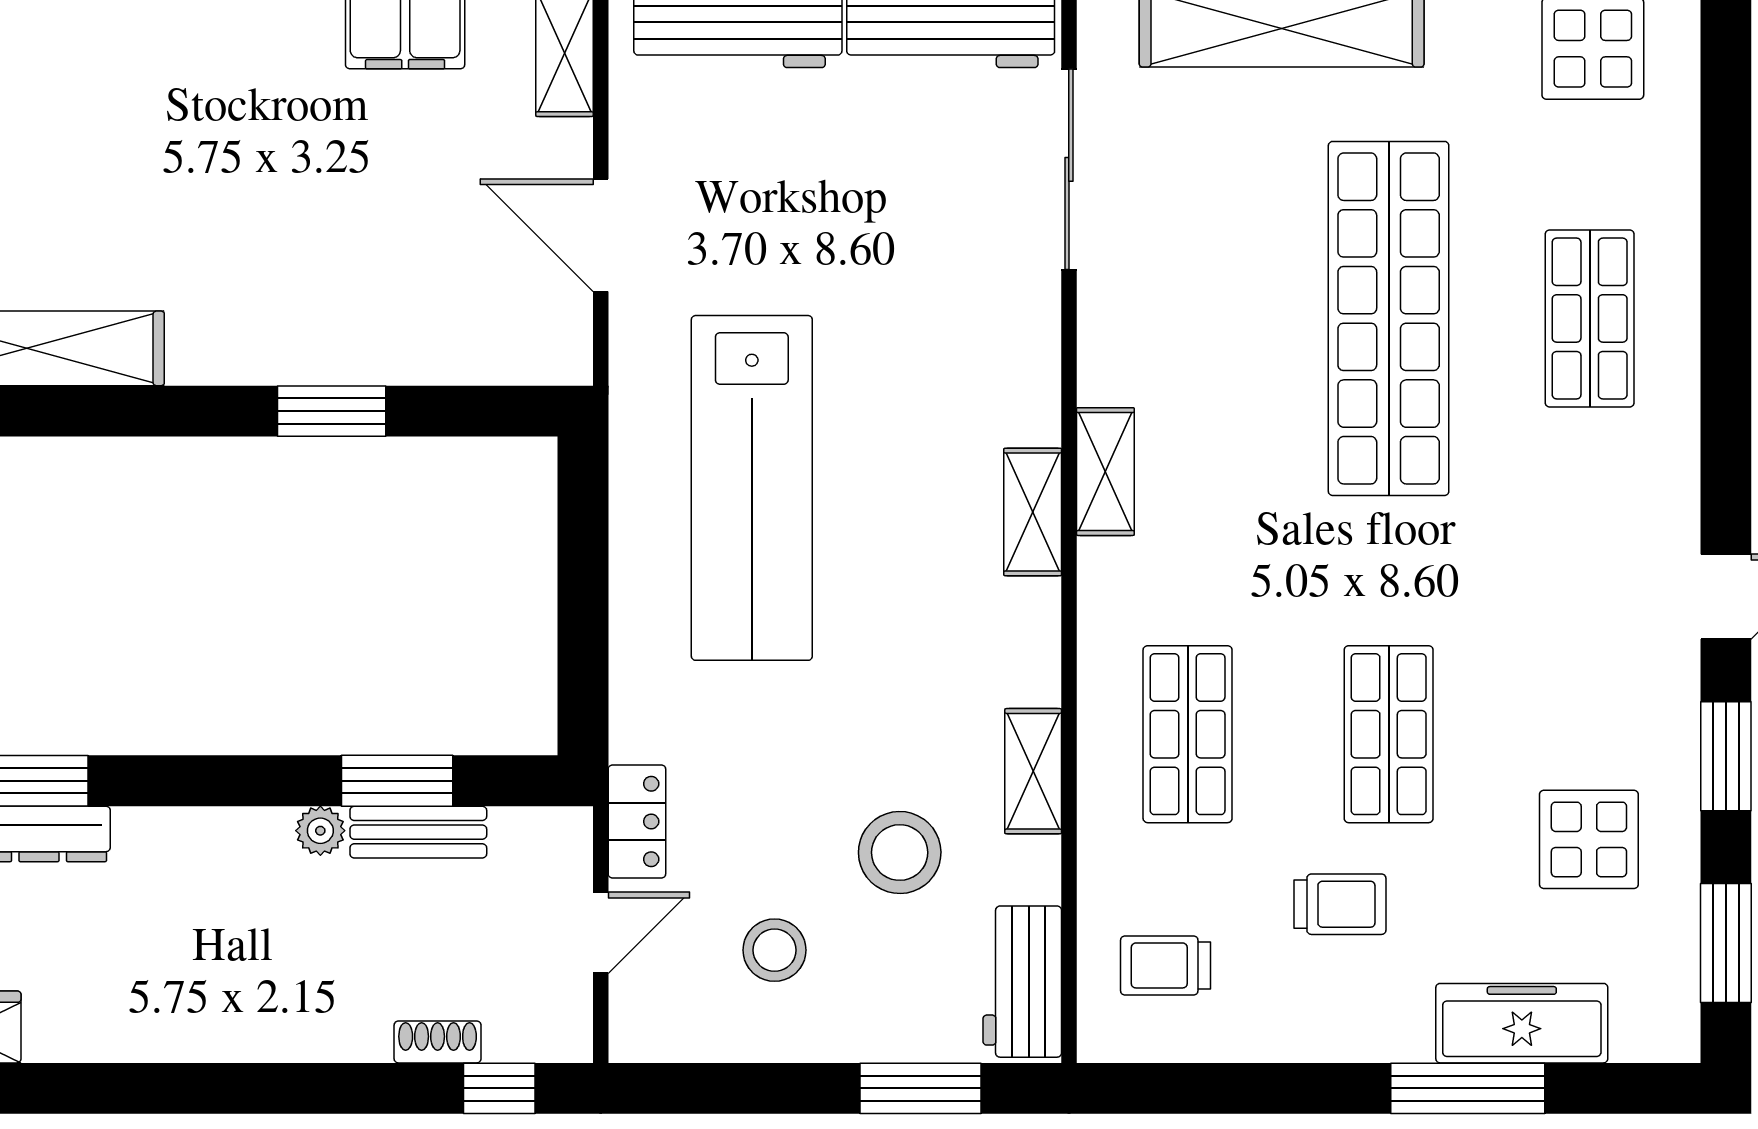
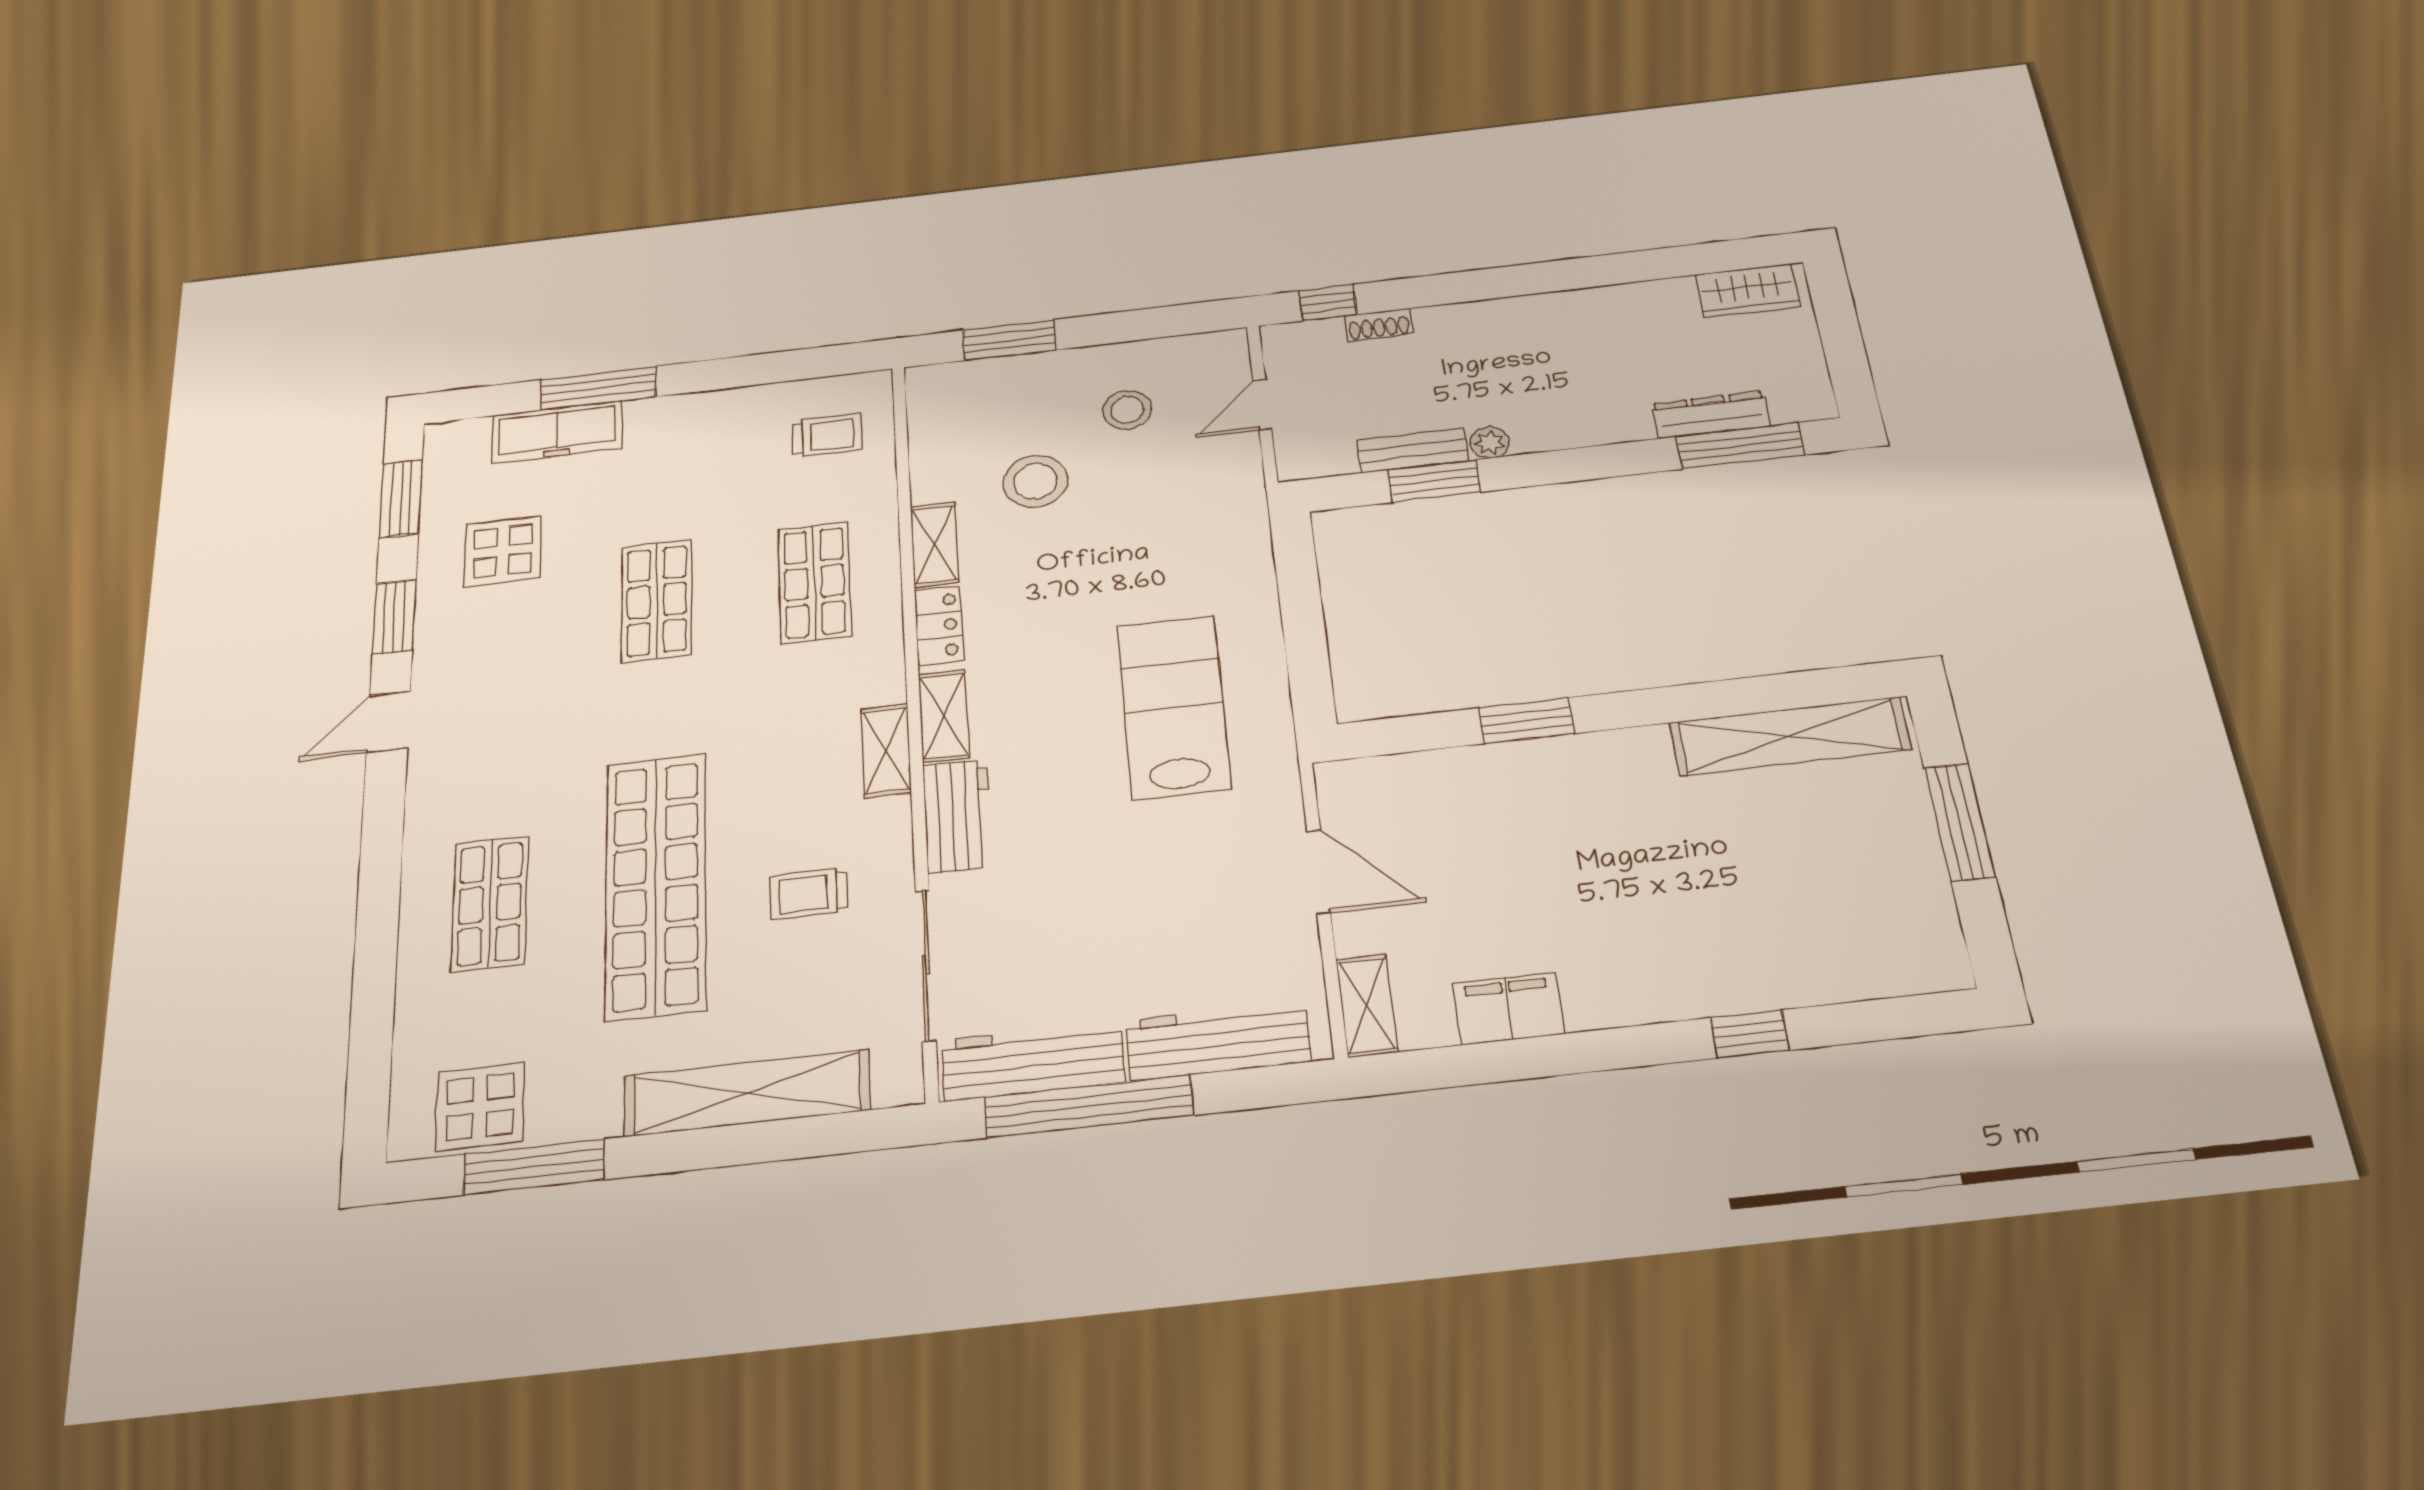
lab bench: (752, 488) -> (1173, 707), width x0.73
locker: (637, 821) -> (939, 626), moved, turned 180
trolley: (1340, 904) -> (809, 894), moved
workbench: (1022, 982) -> (958, 816), moved

